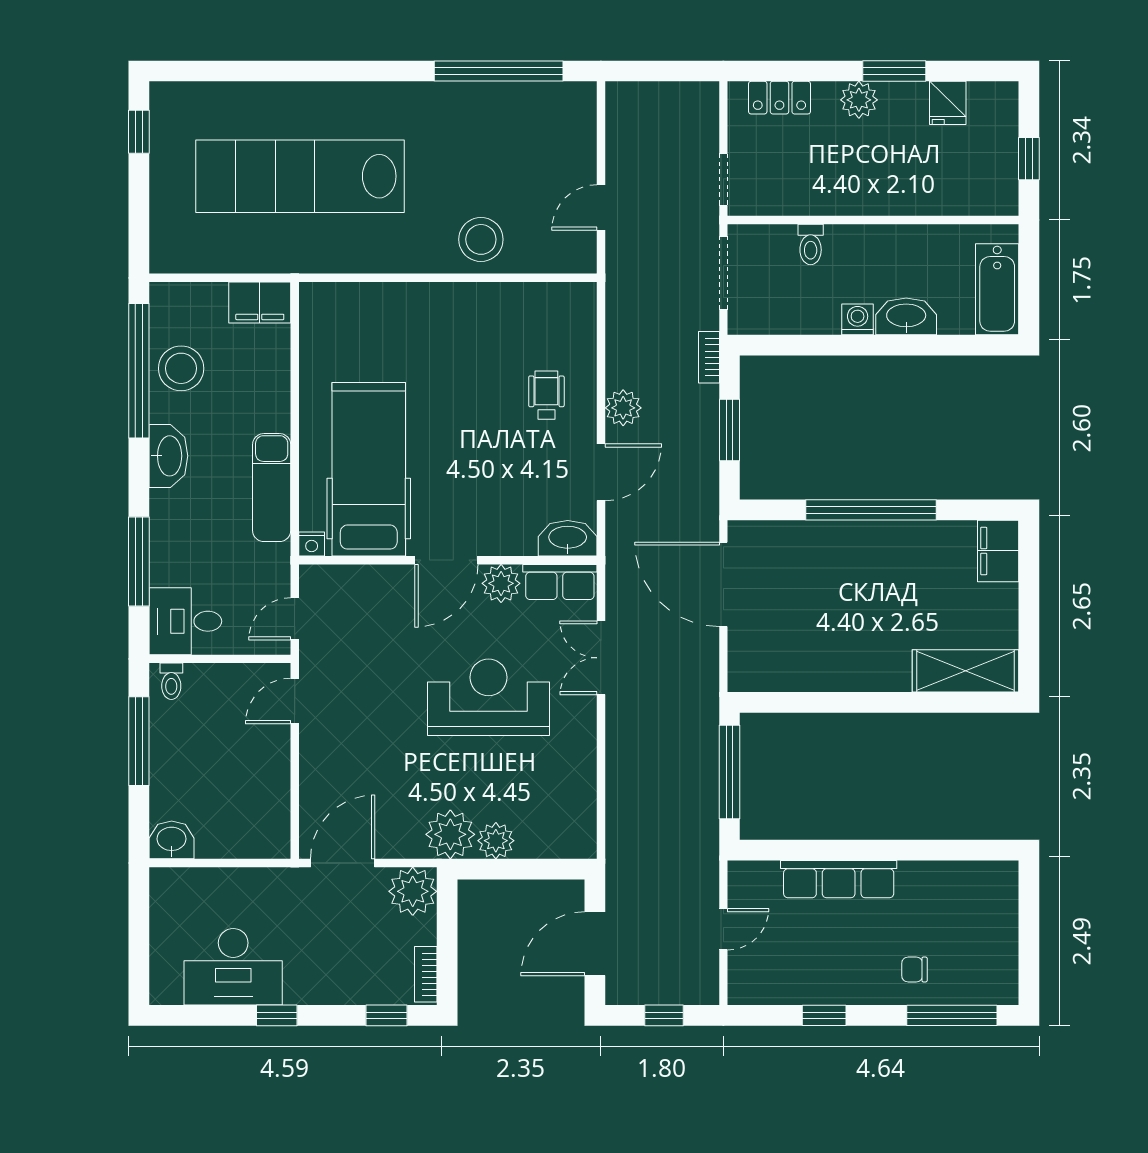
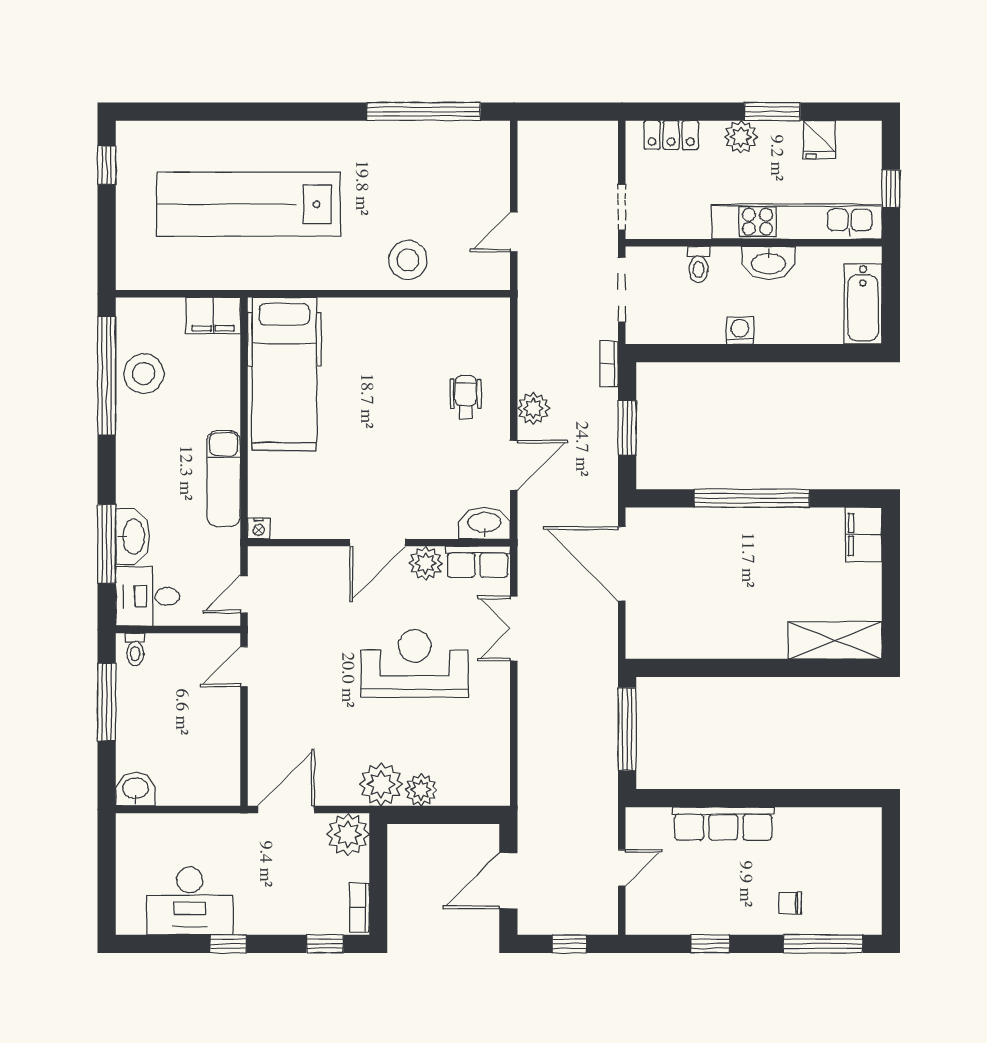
kitchen unit: (922, 196) -> (797, 222), added
washbasin: (906, 316) -> (769, 263), moved, turned 180
washbasin: (168, 456) -> (133, 536), moved
hospital bed: (369, 469) -> (284, 374), moved, turned 180

